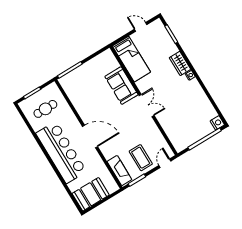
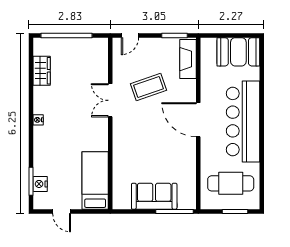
wardrobe: (180, 63) -> (42, 71), moved
sofa: (121, 86) -> (154, 196), moved, turned -90
double door: (147, 106) -> (110, 100), moved
cafe table: (45, 109) -> (231, 183), width x1.37, depth x1.35
nightstand: (217, 123) -> (40, 184), moved
coffee table: (141, 158) -> (148, 87), moved, turned 71

